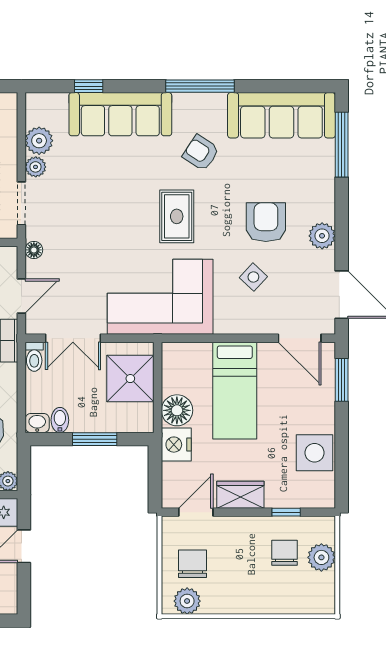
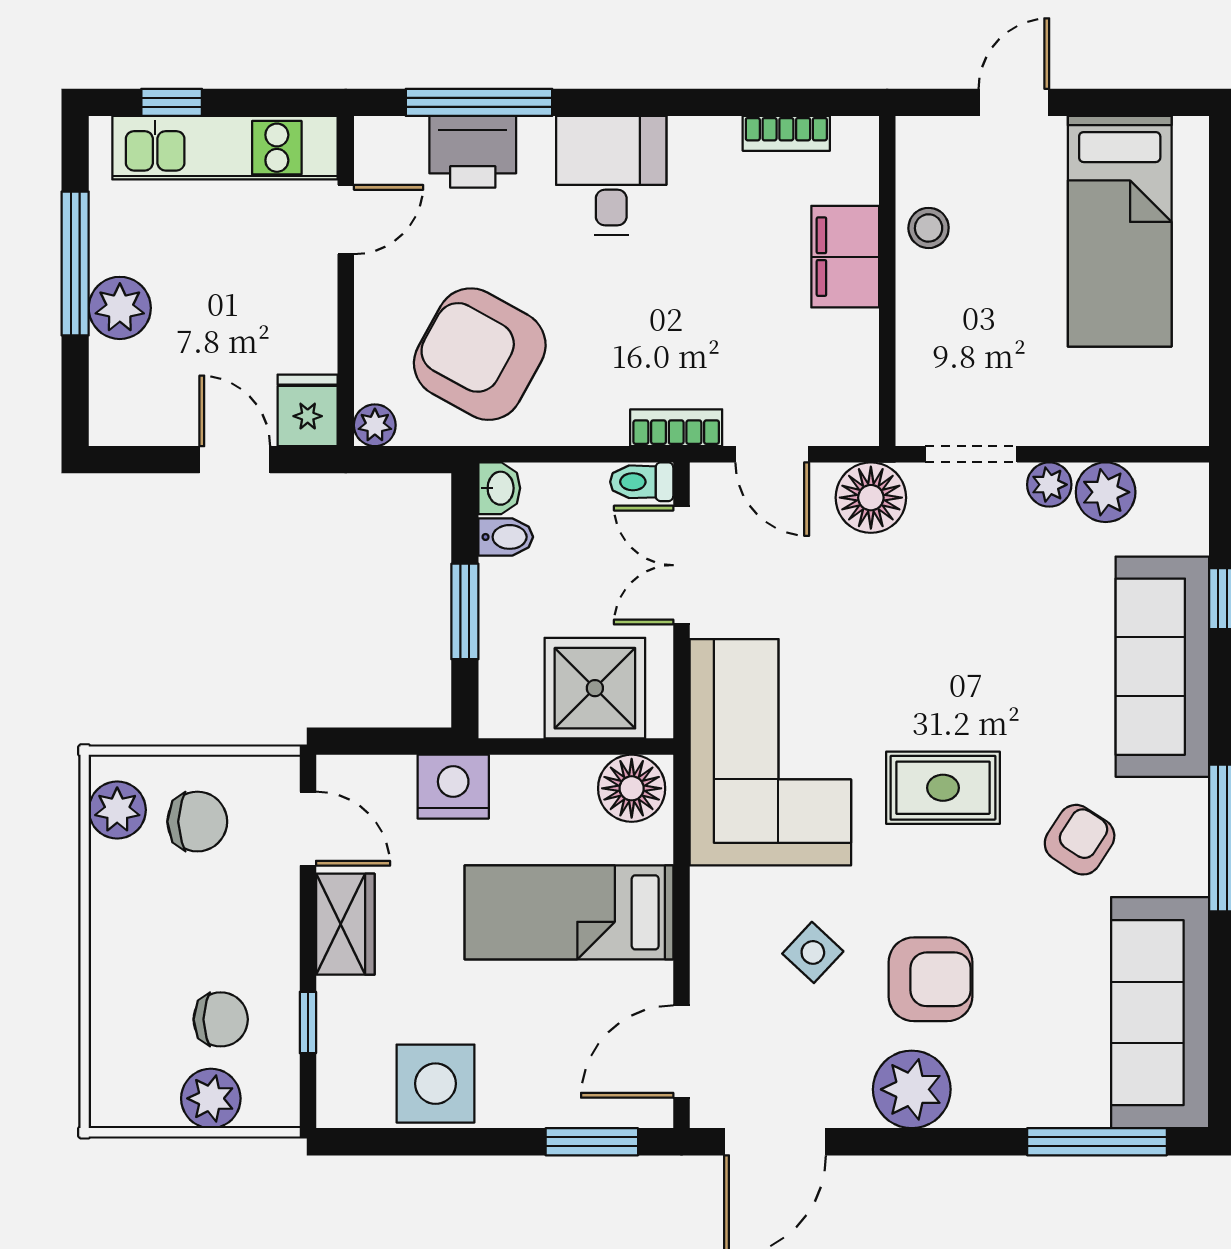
plant: (322, 236) -> (912, 1089), width x1.36, depth x1.36
floor lamp: (34, 250) -> (871, 498), width x1.89, depth x1.89
floor lamp: (177, 410) -> (632, 788), moved

